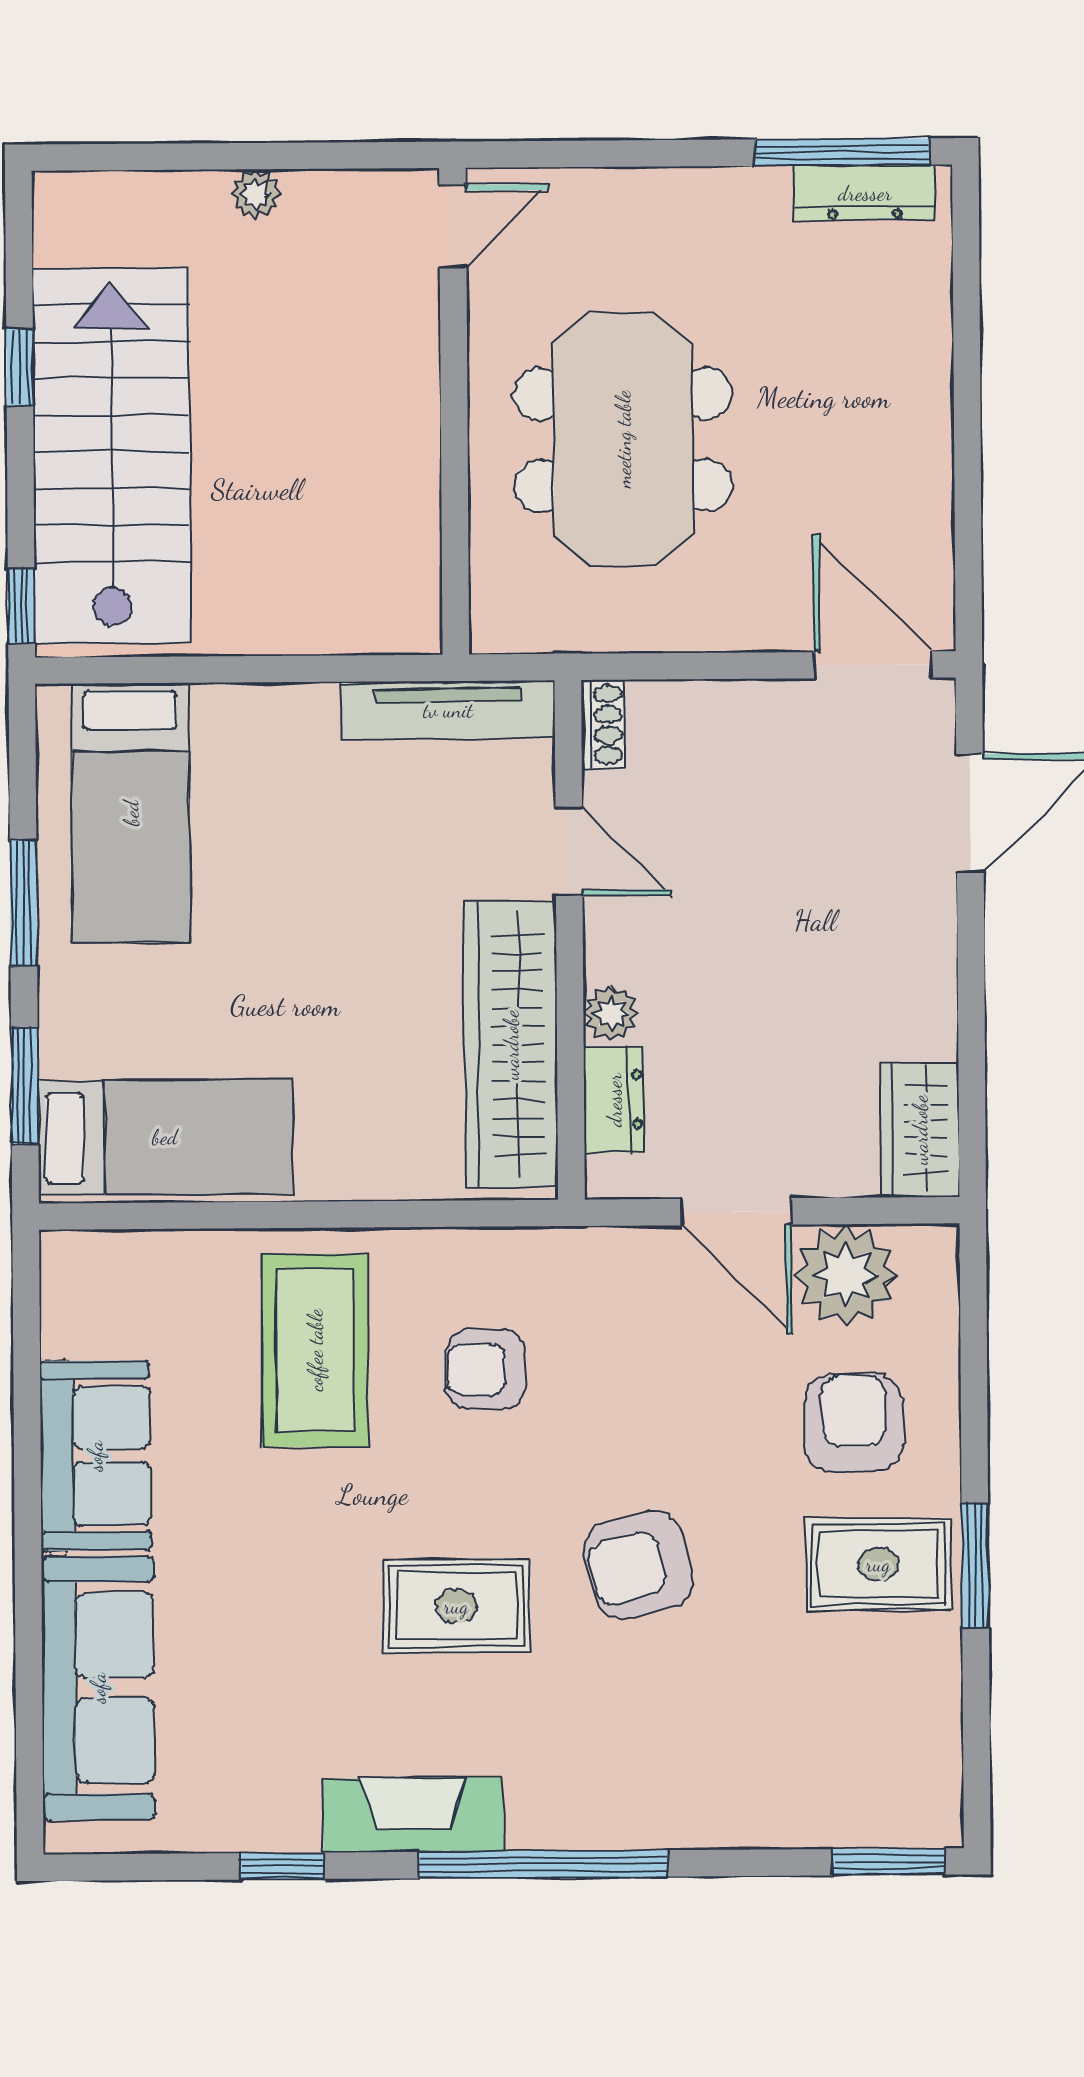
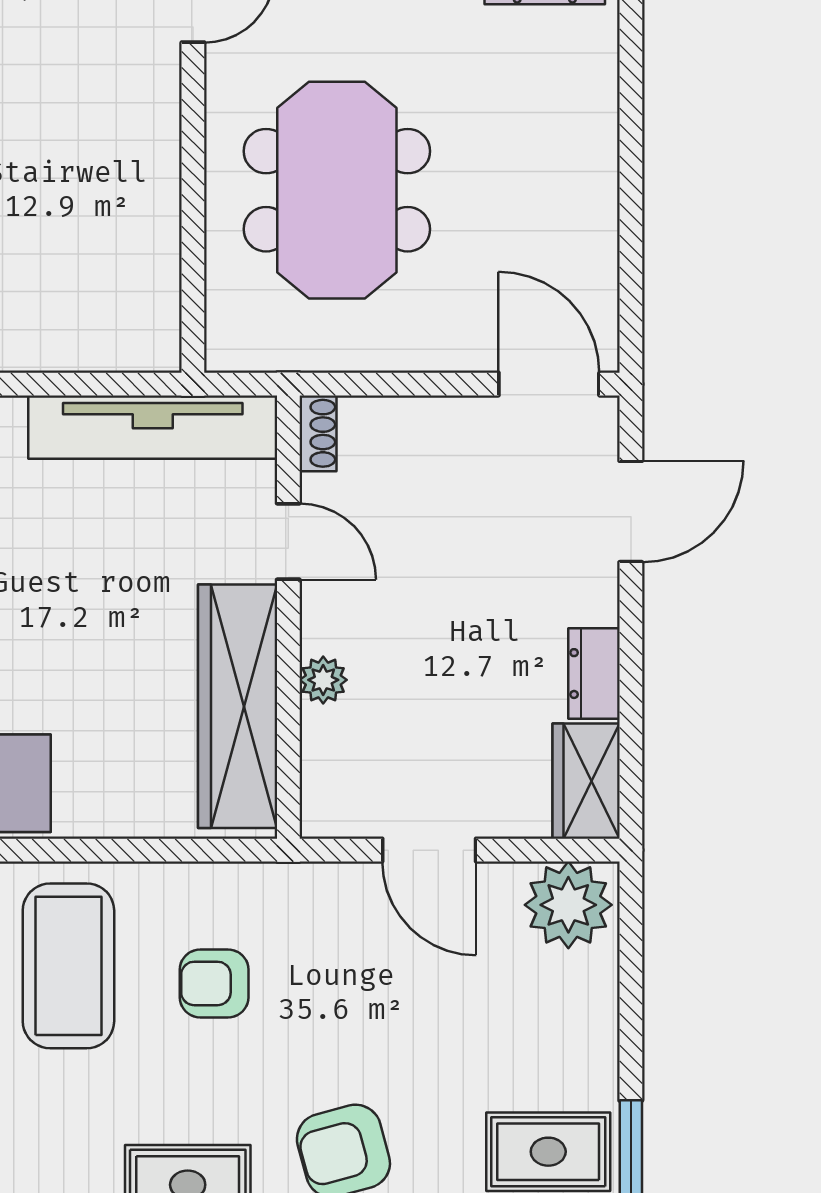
tv unit: (448, 710) -> (153, 427), width x1.36, depth x1.29
dresser: (614, 1100) -> (594, 674), moved, turned 180
plant: (846, 1275) -> (568, 905), moved
armchair: (854, 1423) -> (528, 1031), removed

